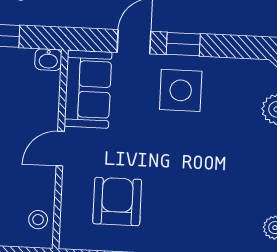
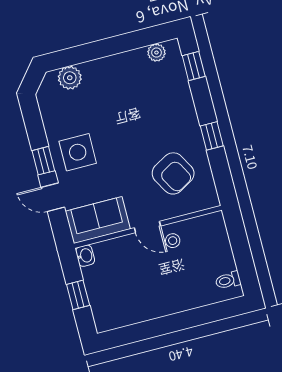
armchair: (117, 202) -> (173, 173), turned -120
stool: (38, 220) -> (173, 241), moved

